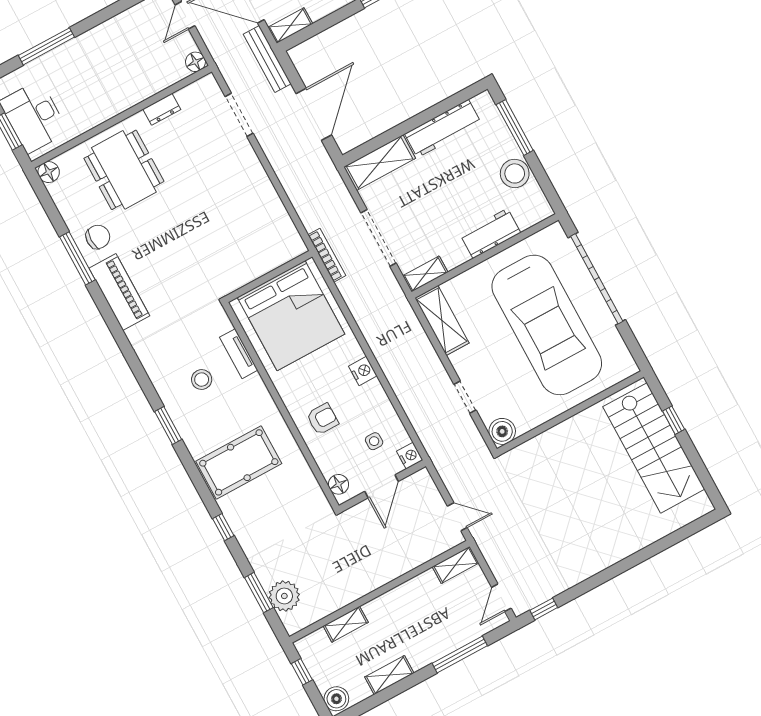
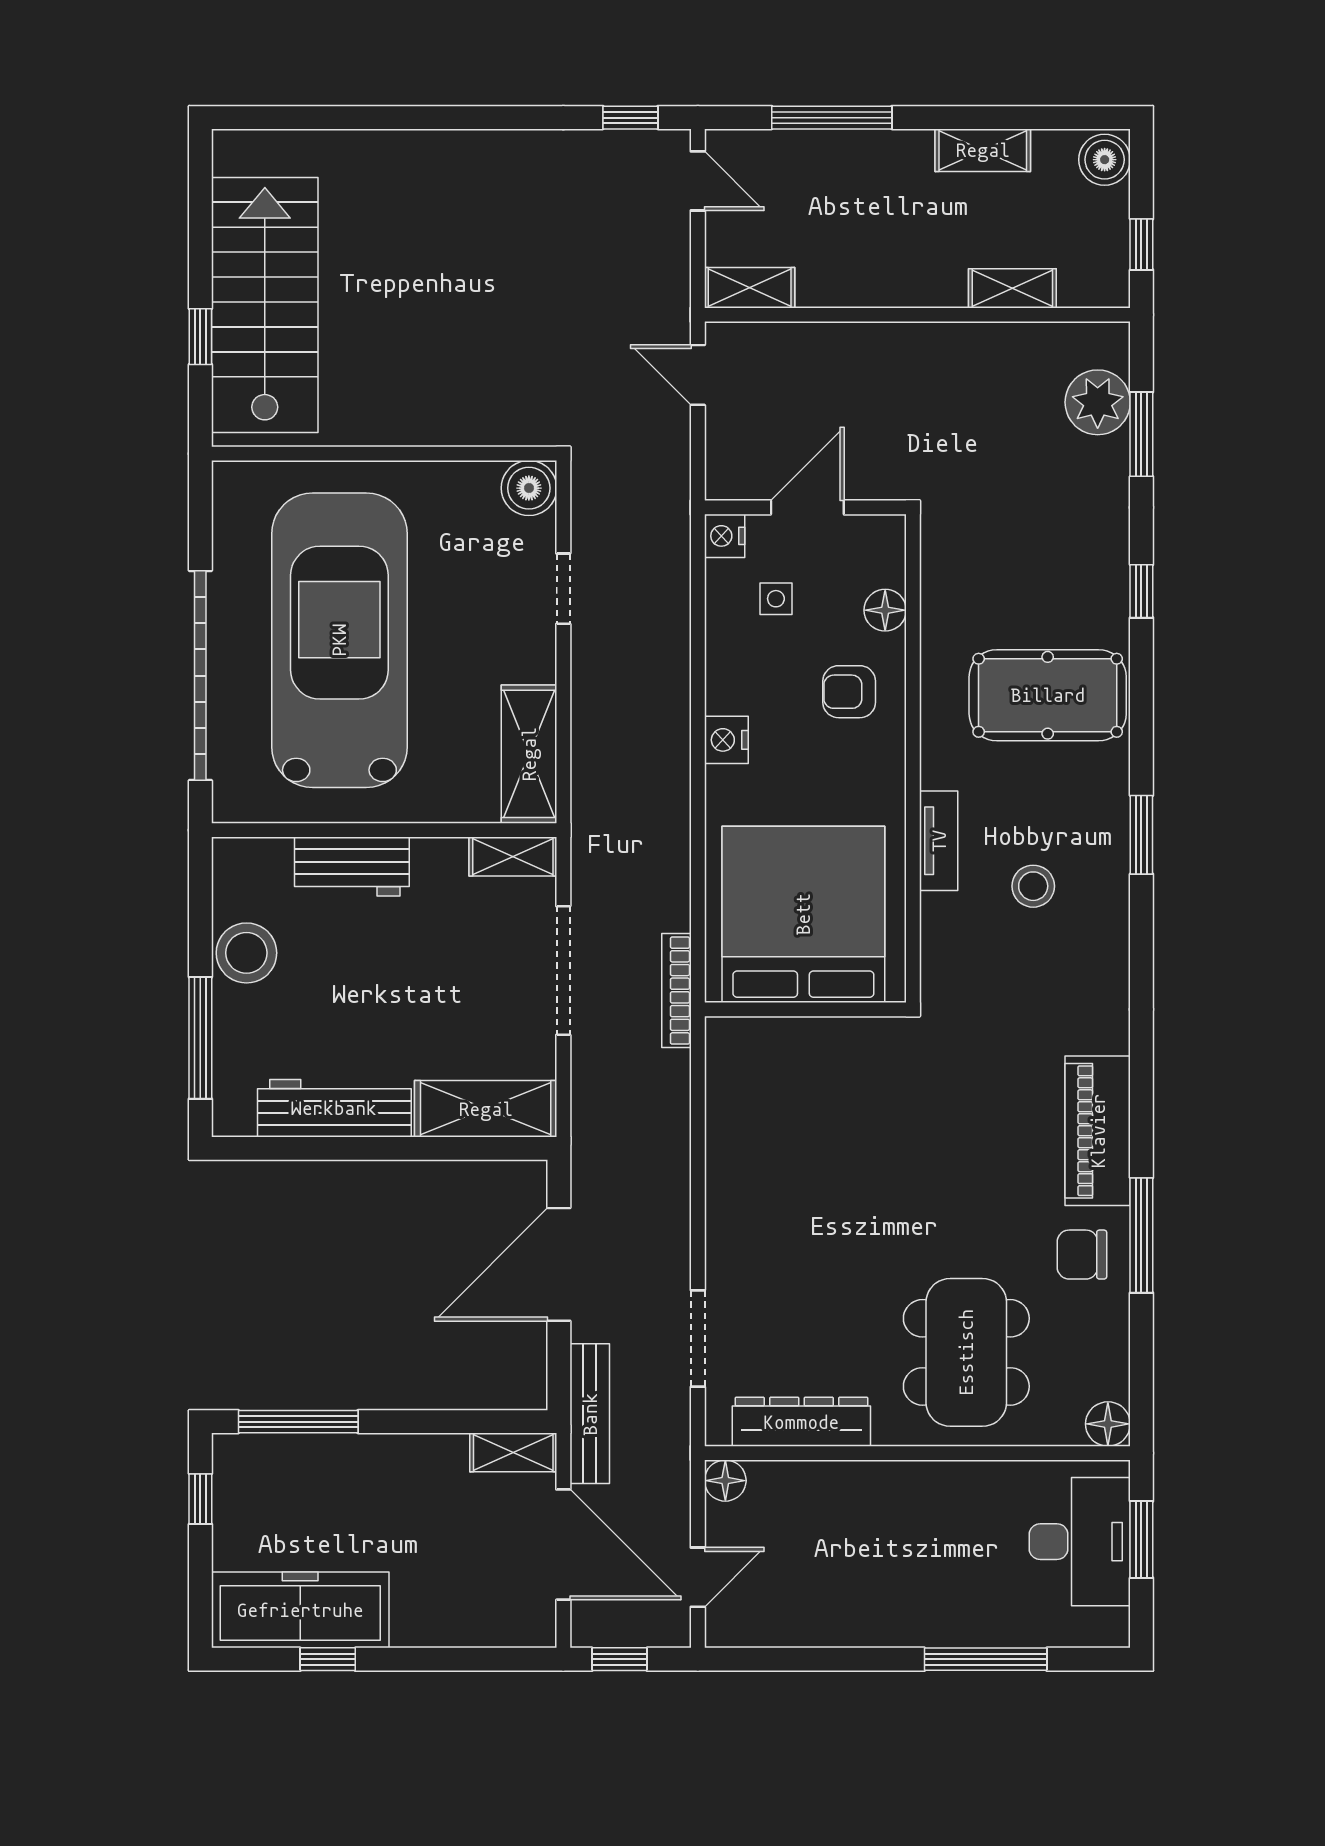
dresser: (162, 109) -> (801, 1422), width x1.96, depth x1.24
tv unit: (239, 354) -> (939, 841), moved
floor lamp: (338, 484) -> (885, 610), moved
door: (501, 598) -> (698, 181), hinge flipped

